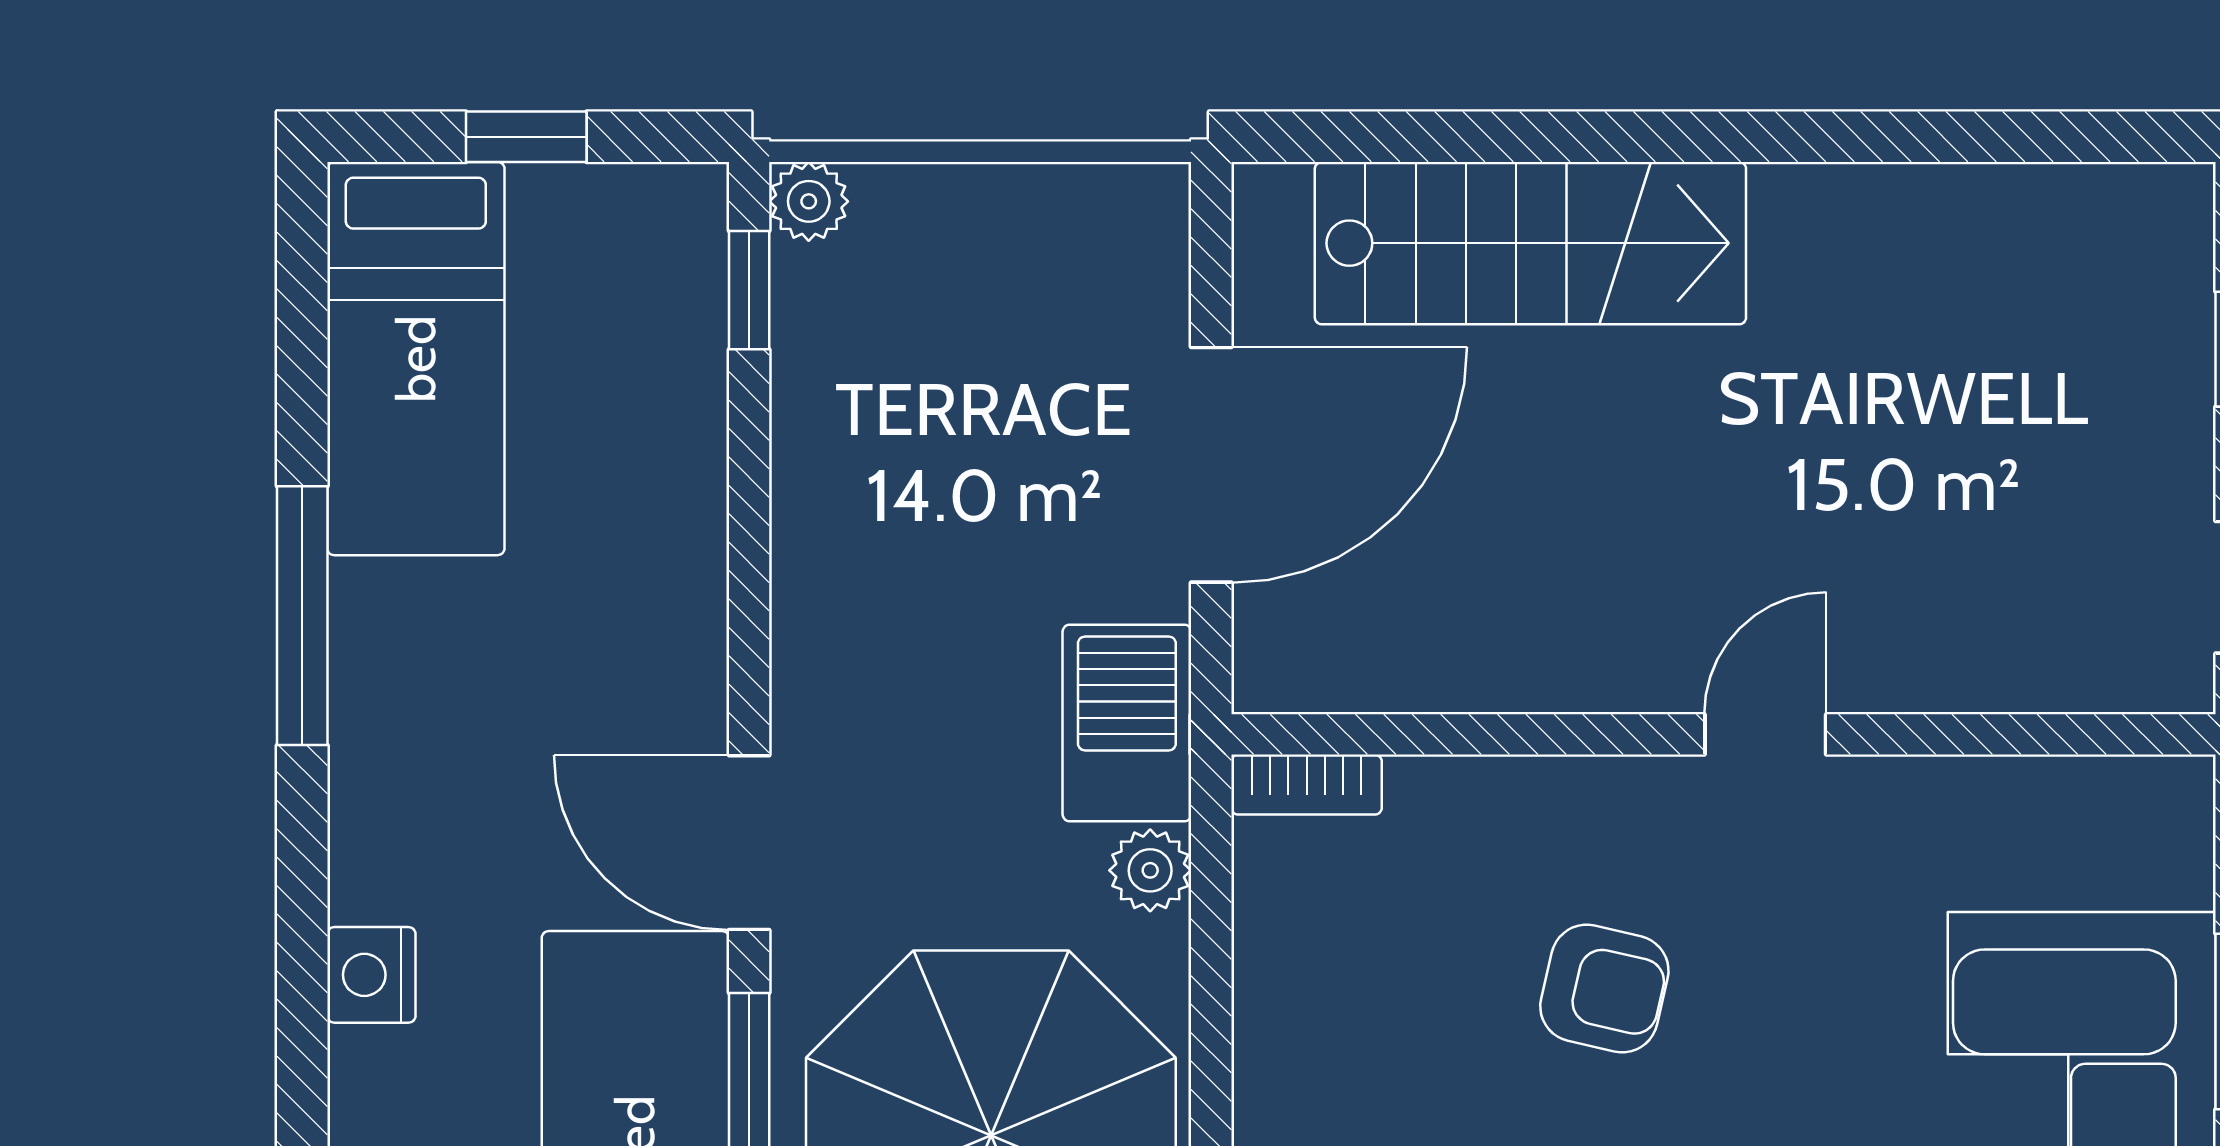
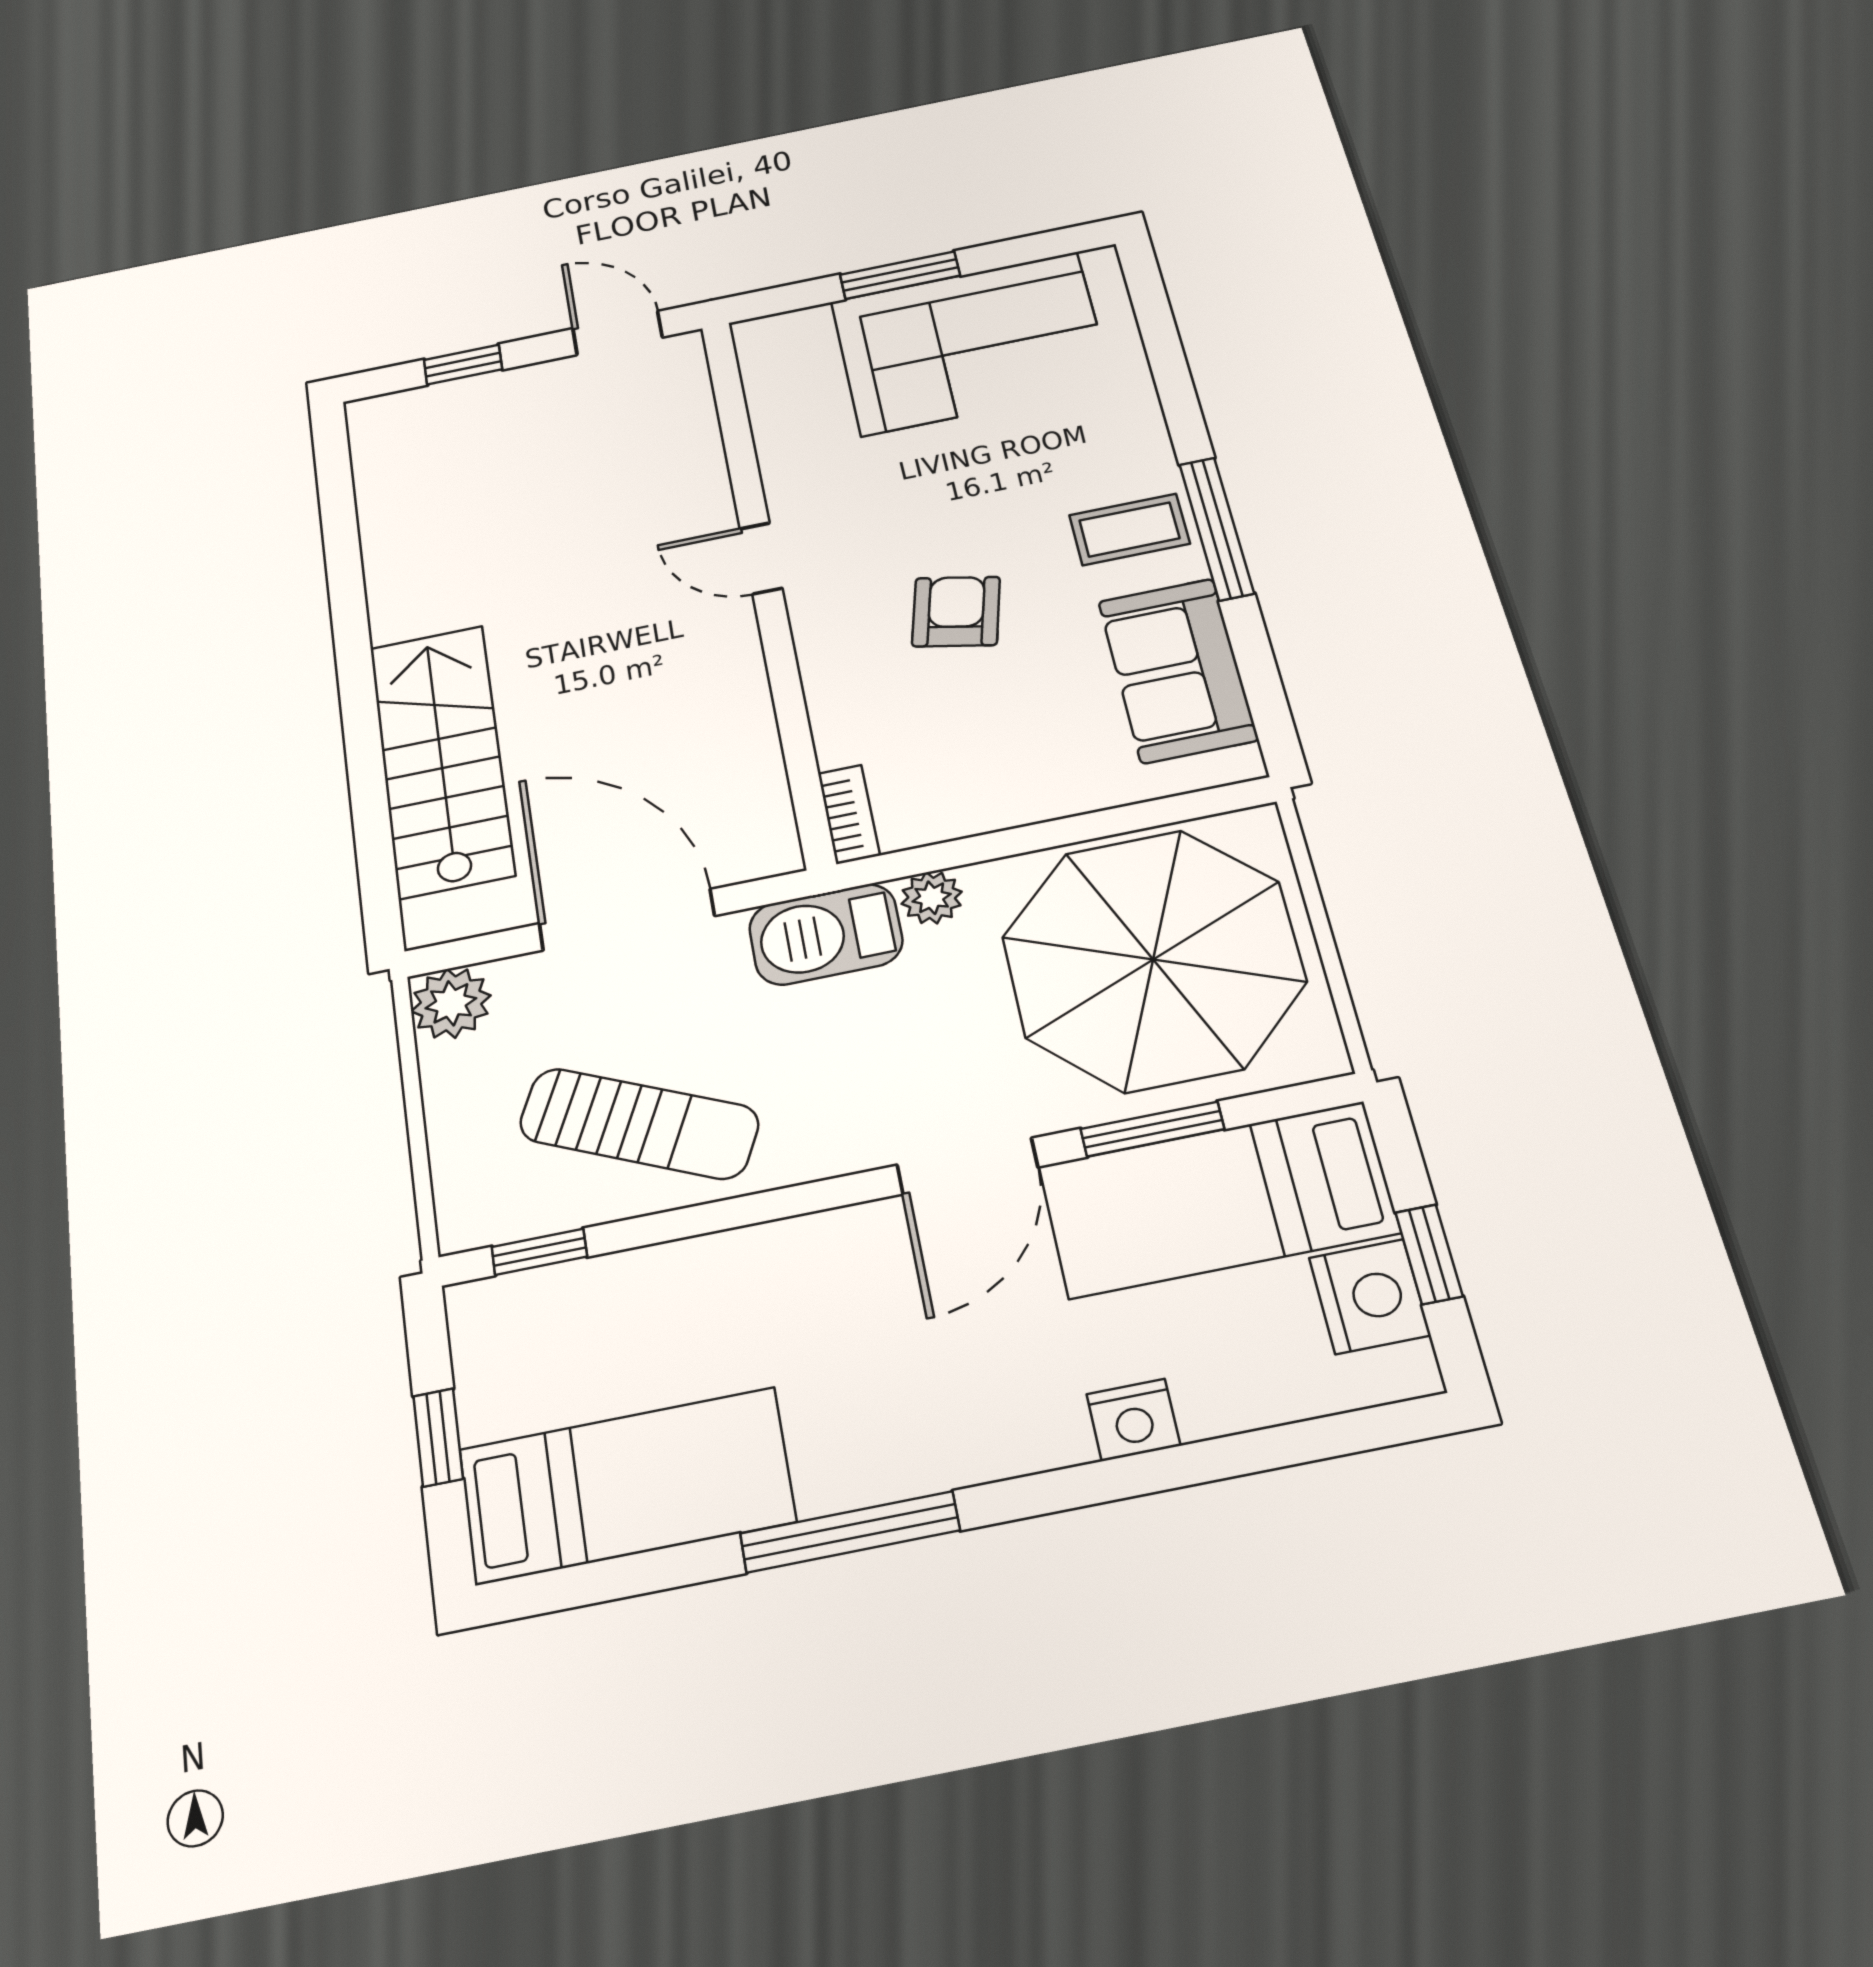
plant: (809, 201) -> (451, 1003), moved, width x1.38, depth x1.38
sun lounger: (902, 440) -> (639, 1124), added

